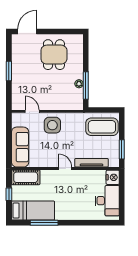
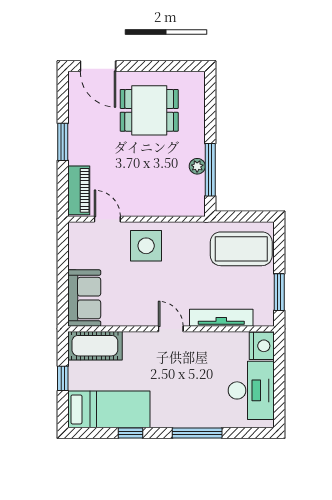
door: (27, 32) -> (98, 66), swing flipped
dining table: (54, 55) -> (149, 110), turned 90
piano: (17, 96) -> (79, 190), added
sofa: (20, 147) -> (84, 298), width x0.73
window: (44, 223) -> (130, 433), width x0.46
window: (79, 223) -> (197, 433), added

